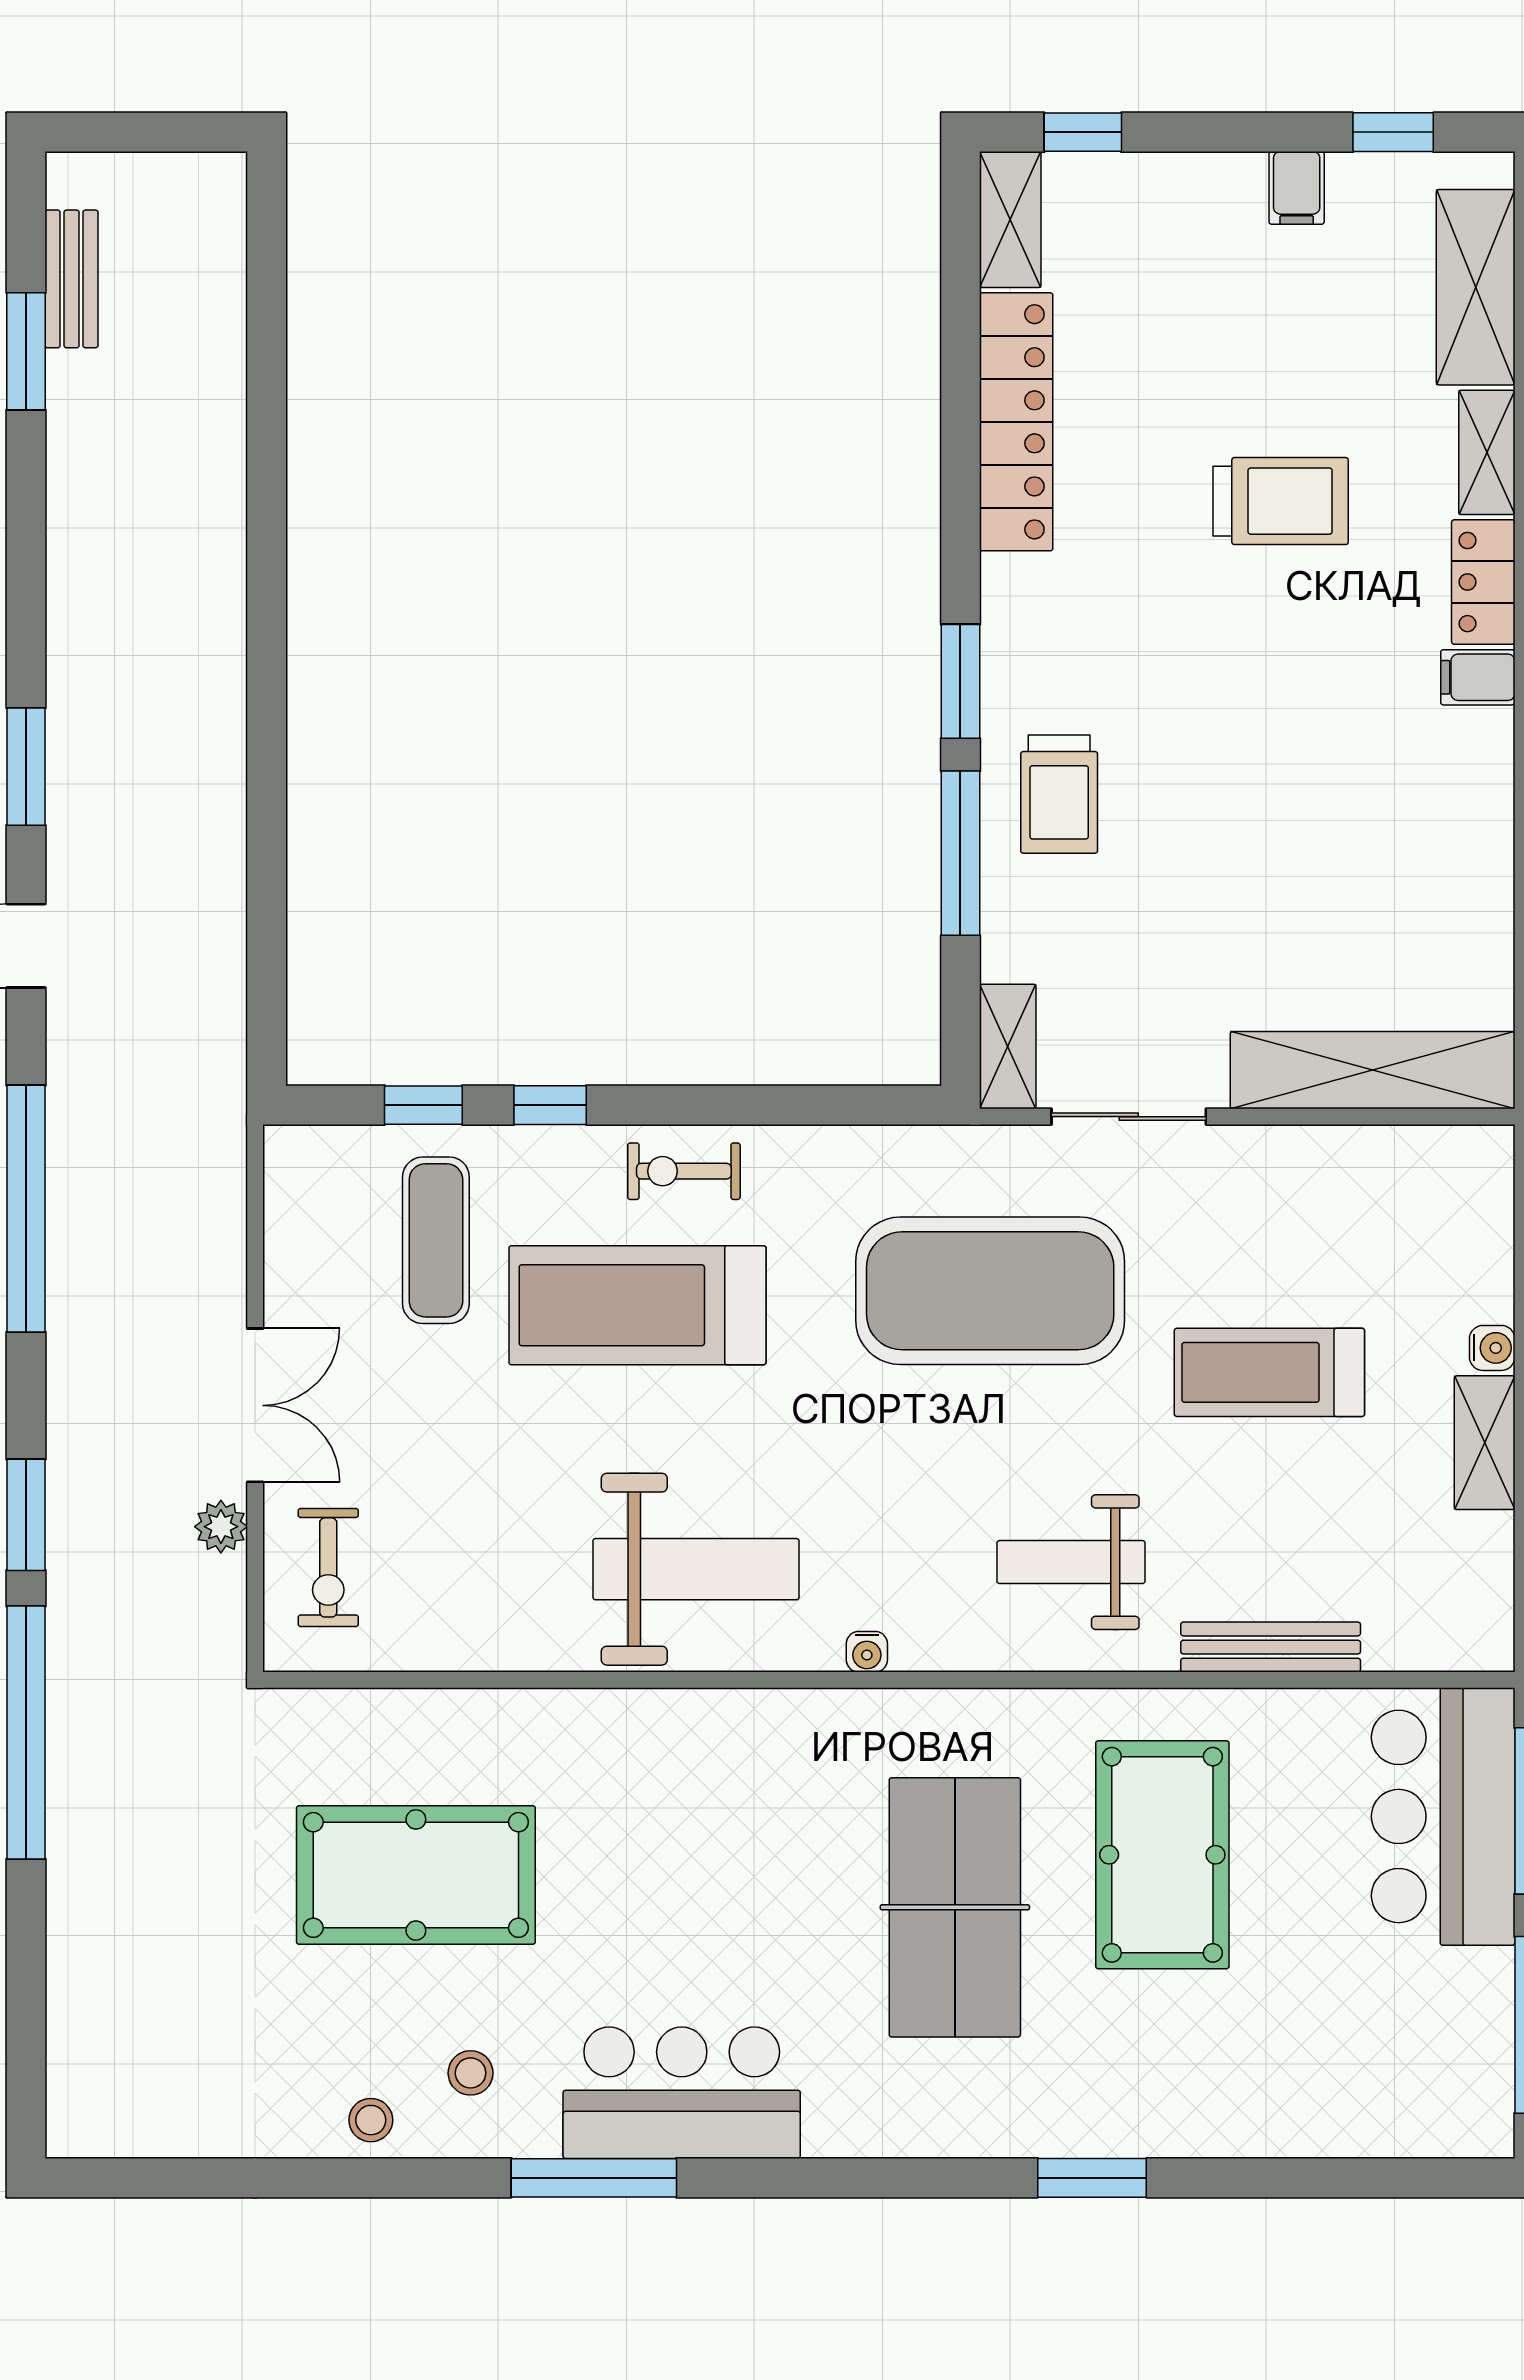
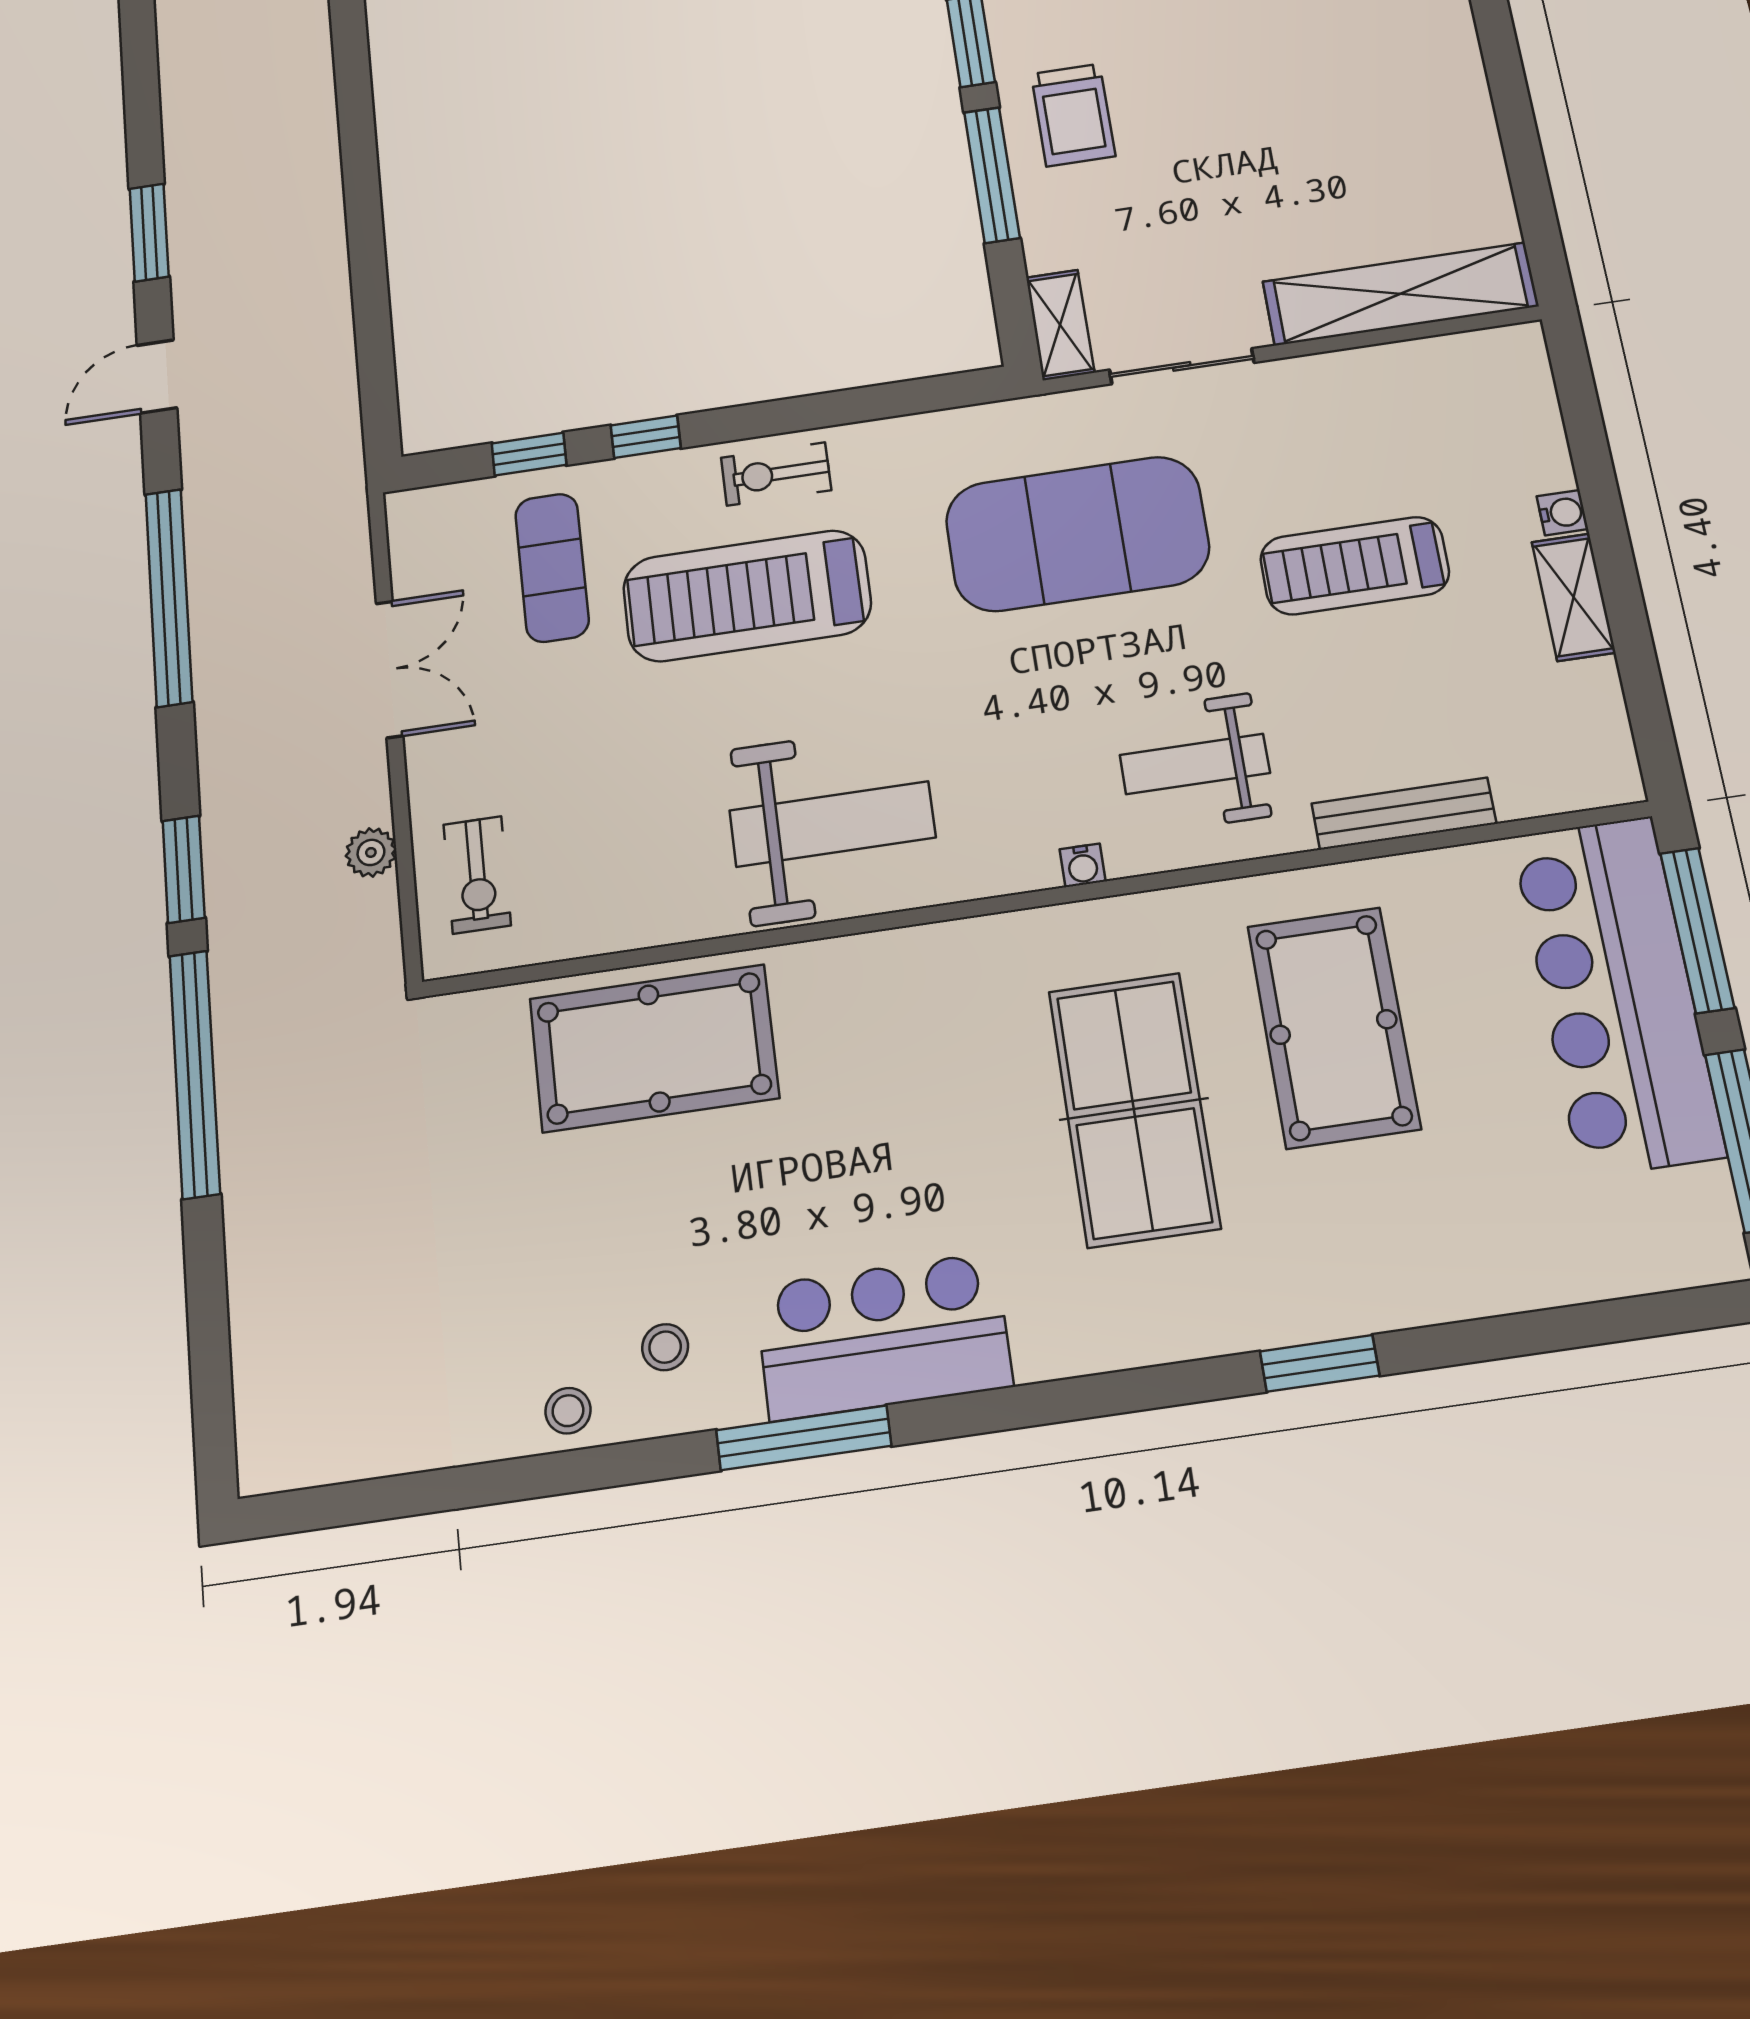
double door: (255, 1405) -> (390, 669), moved
water cooler: (867, 1652) -> (1083, 865), moved
bar counter: (1443, 1816) -> (1617, 994), width x1.36
pool table: (416, 1875) -> (654, 1048), moved

